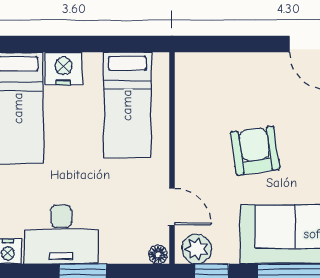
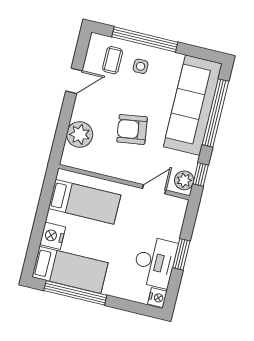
plant: (228, 73) -> (80, 134), added
floor lamp: (158, 255) -> (182, 205), removed

